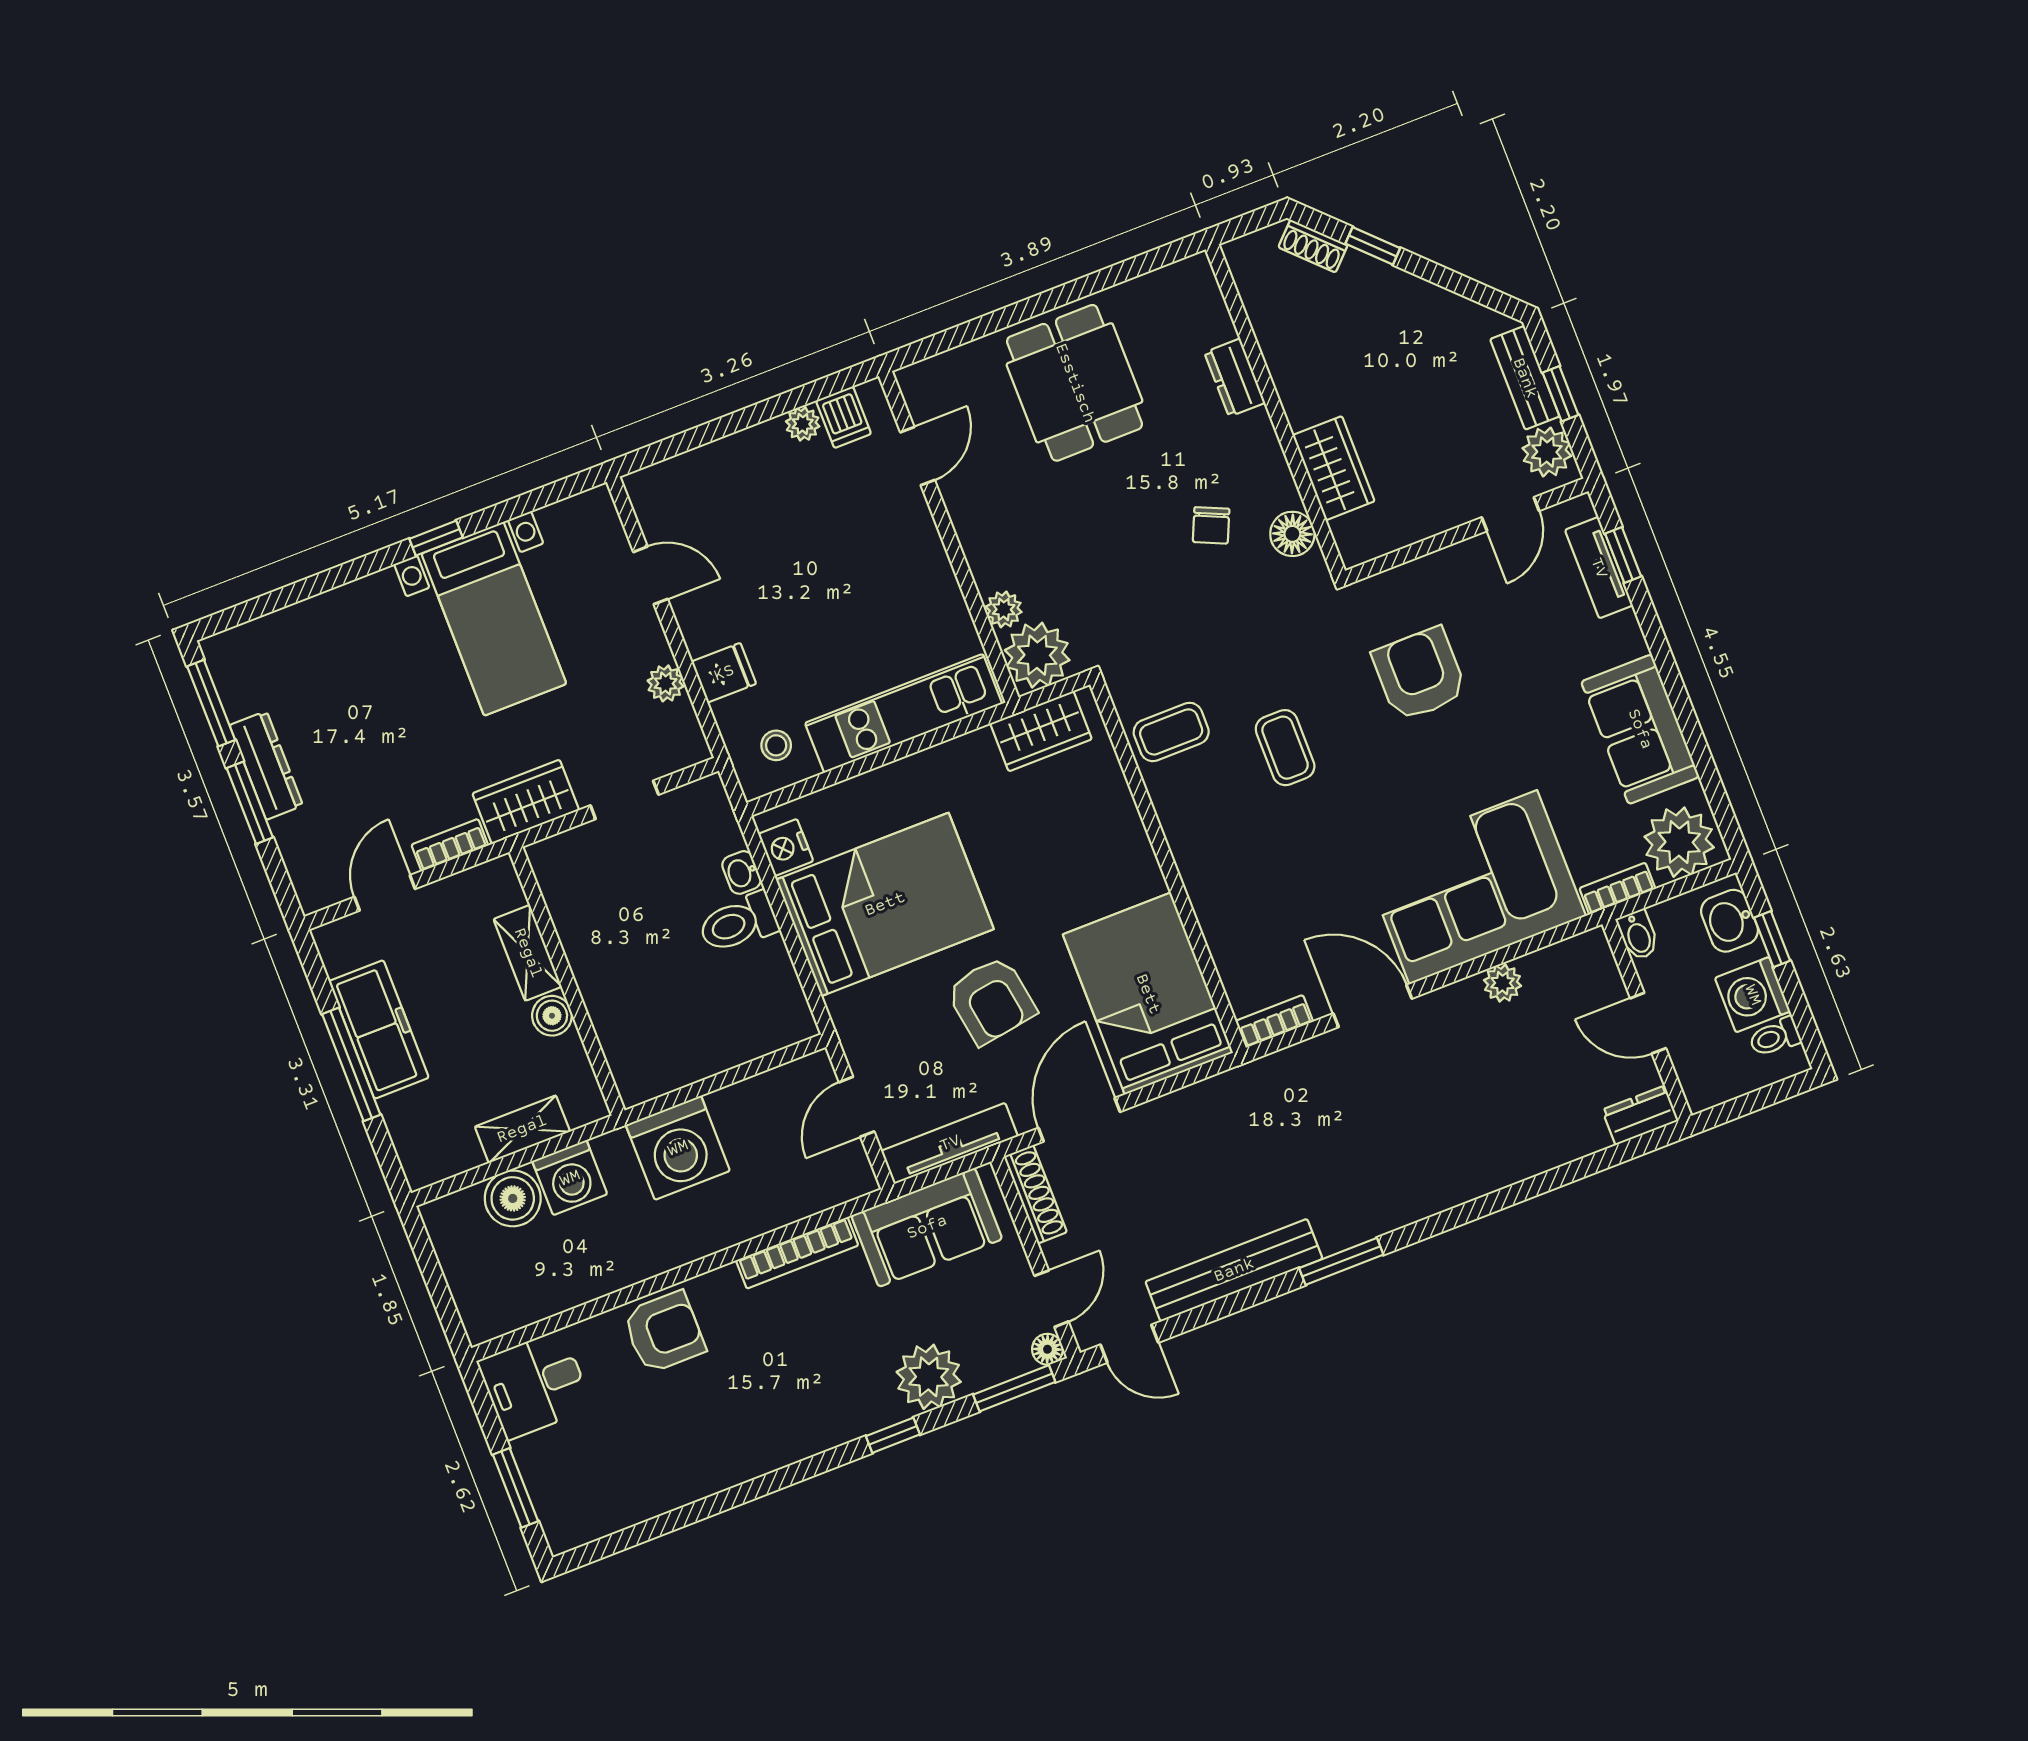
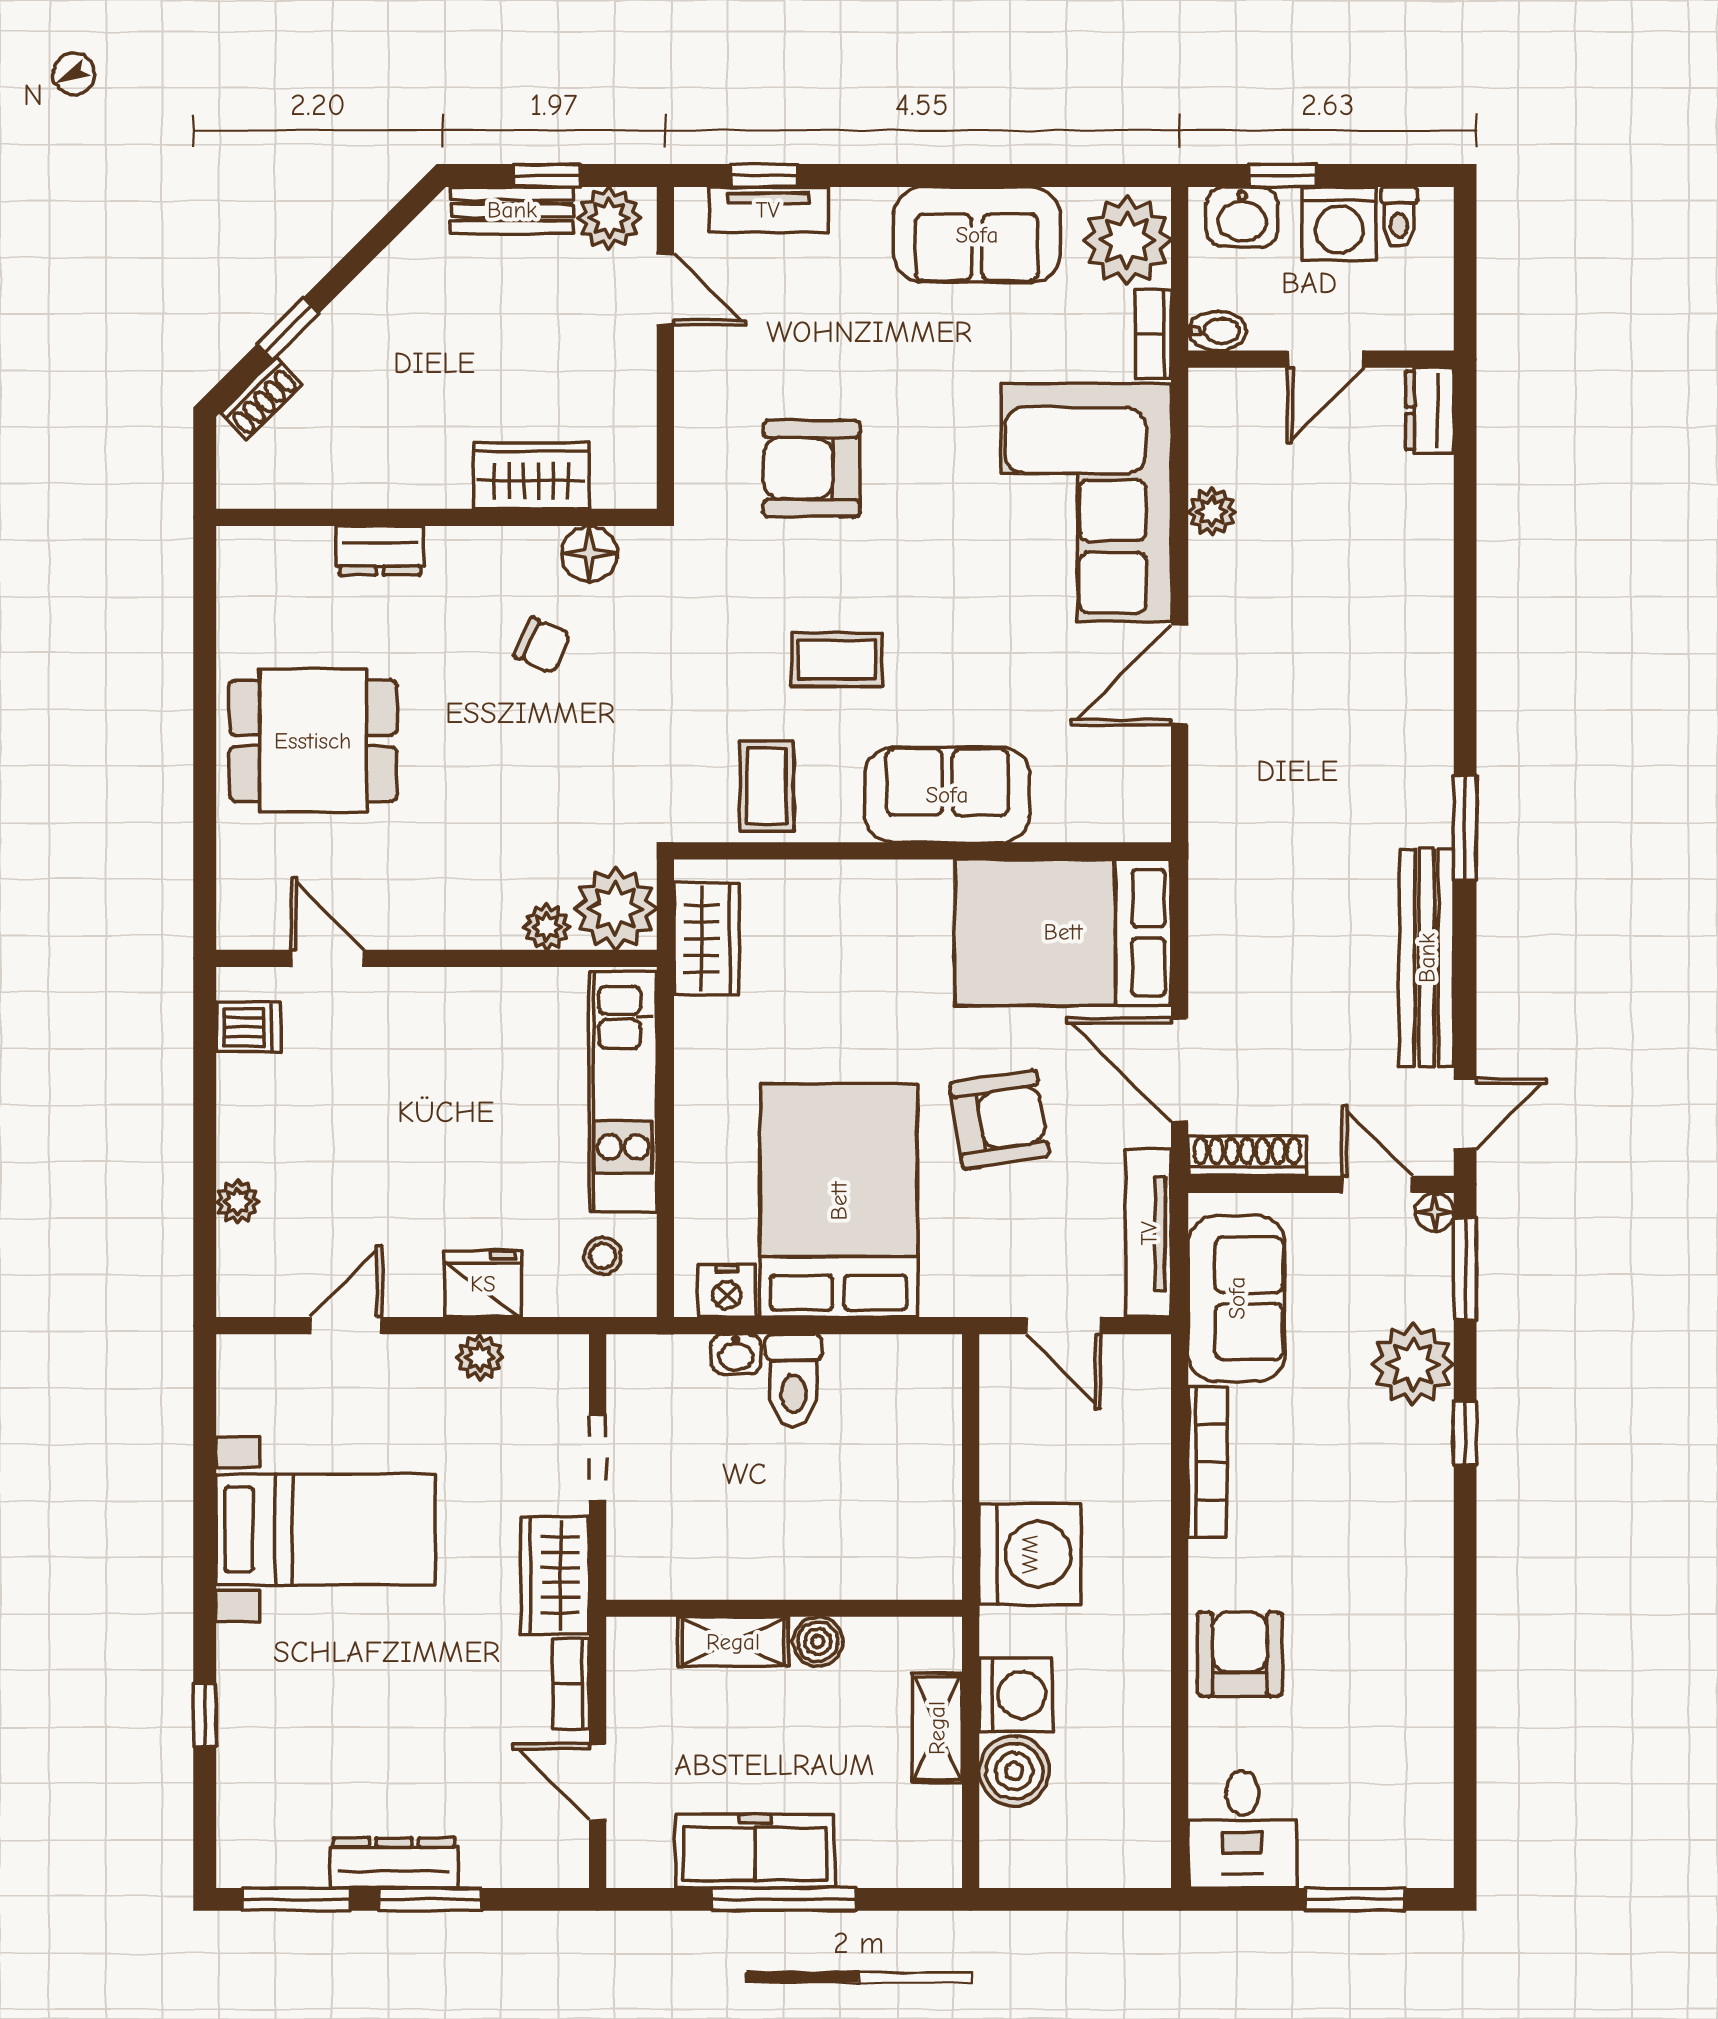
plant: (803, 424) -> (238, 1202), moved
window: (436, 538) -> (205, 1715), moved
fridge: (724, 673) -> (483, 1284), width x1.38
sofa: (1217, 868) -> (947, 795), added
bookcase: (1274, 1021) -> (1153, 797), removed

